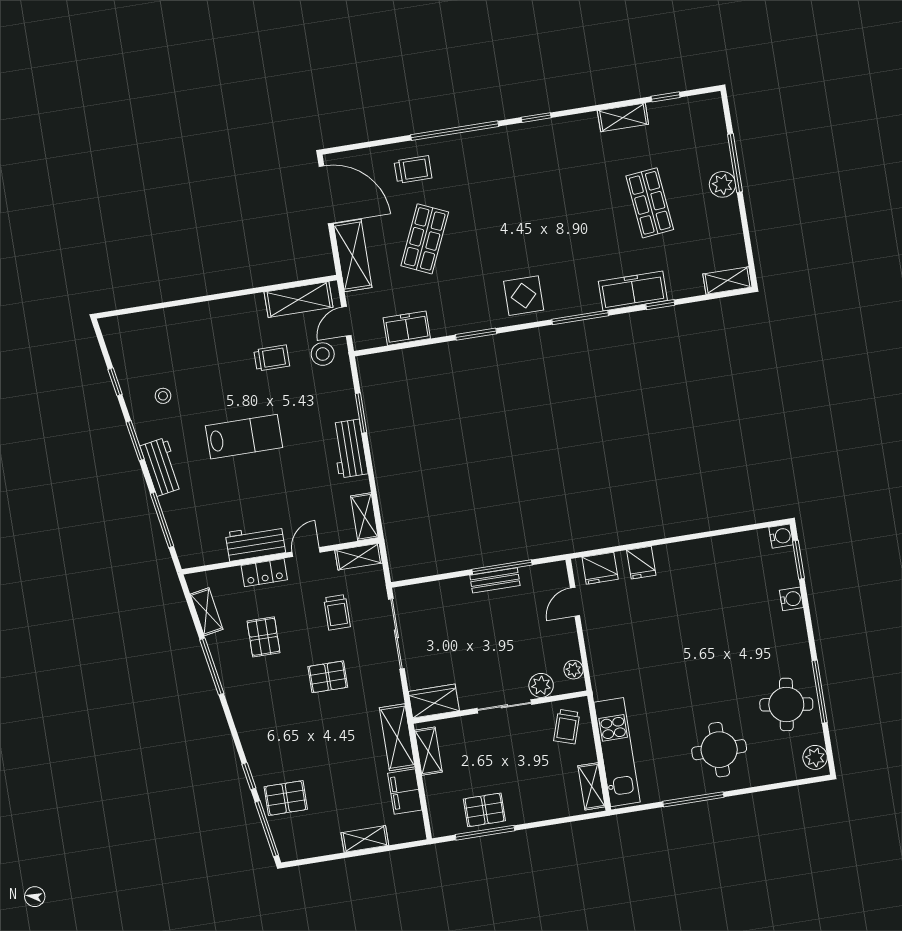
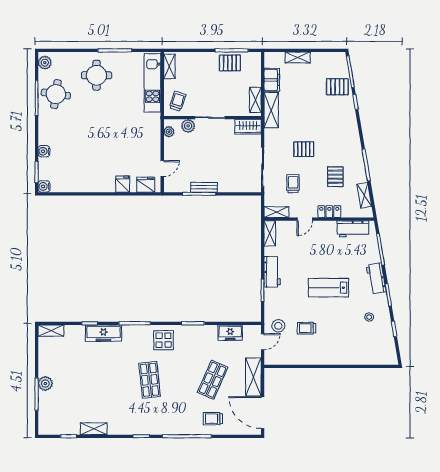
shop shelf: (650, 203) -> (150, 380), moved
shelving: (299, 300) -> (287, 358), removed
workbench: (255, 543) -> (353, 229), moved

